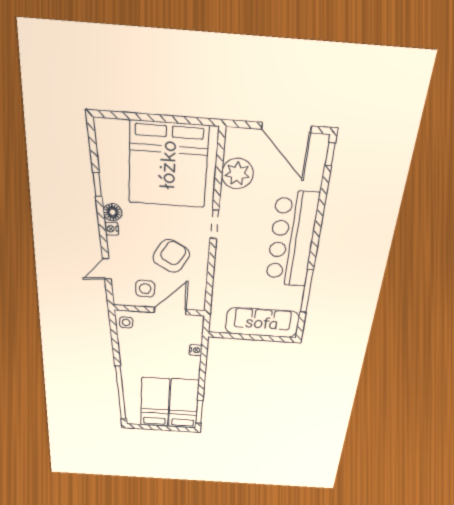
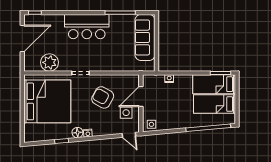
bar counter: (292, 240) -> (87, 27), width x0.73
door: (107, 269) -> (129, 135), moved
door: (170, 311) -> (141, 97), hinge flipped

